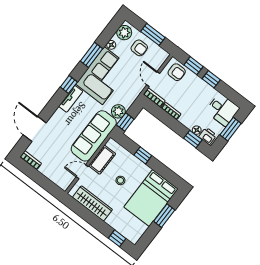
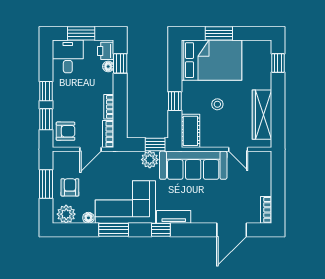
armchair: (177, 72) -> (65, 131), turned 90
cot: (102, 160) -> (190, 131), moved, turned 90

